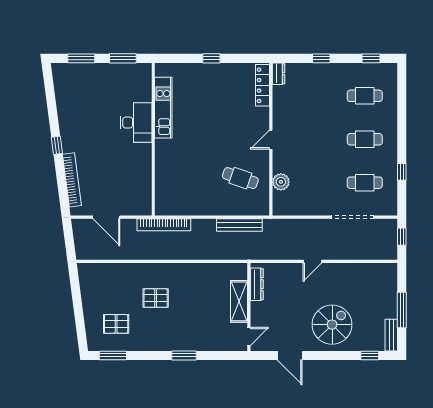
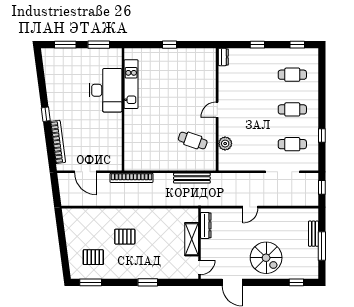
locker: (262, 85) -> (210, 66), removed
desk: (136, 123) -> (105, 90), width x1.36, depth x1.30
spiral stairs: (332, 325) -> (266, 258), turned 90
bench: (391, 335) -> (313, 234), moved

